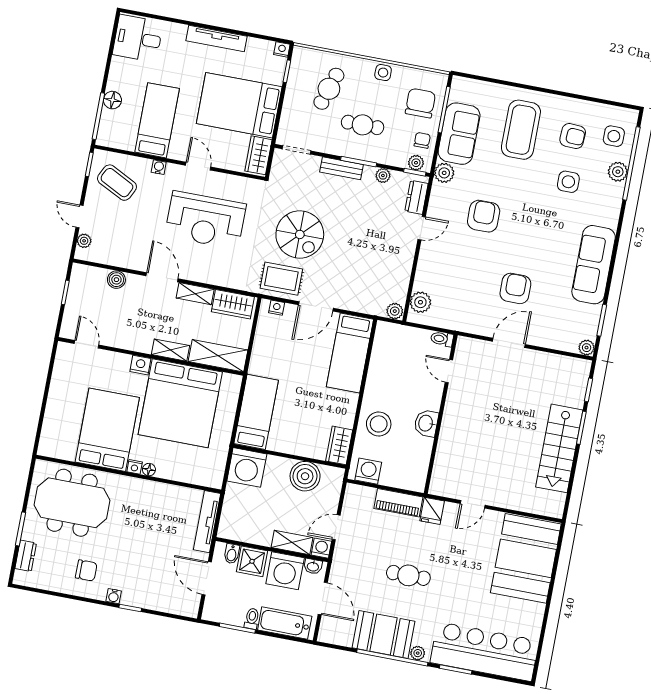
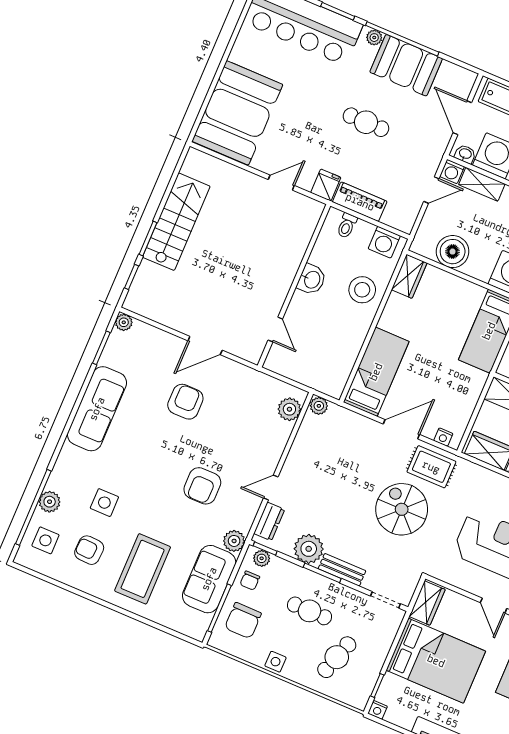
plant: (383, 175) -> (309, 549), width x1.88, depth x1.88
armchair: (515, 288) -> (185, 402), turned 180
toilet: (442, 339) -> (347, 226), moved, turned 90

